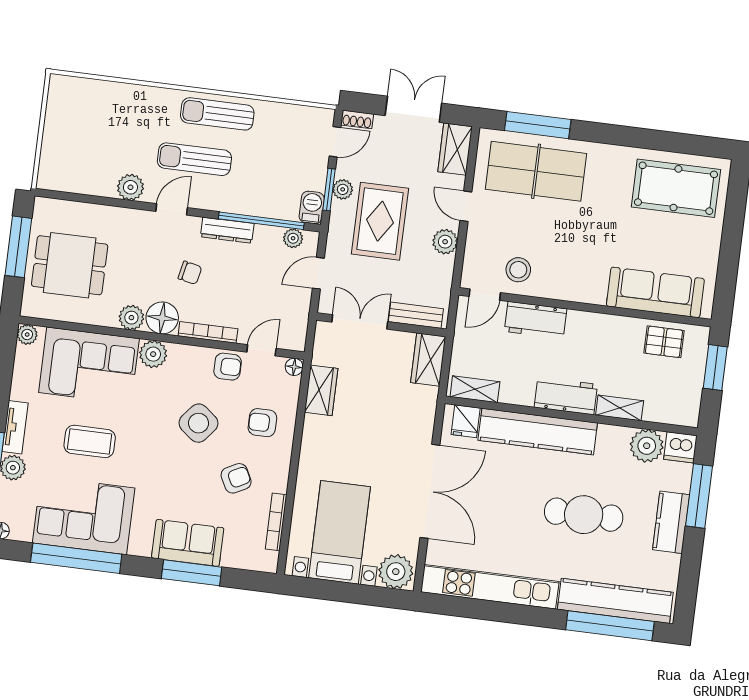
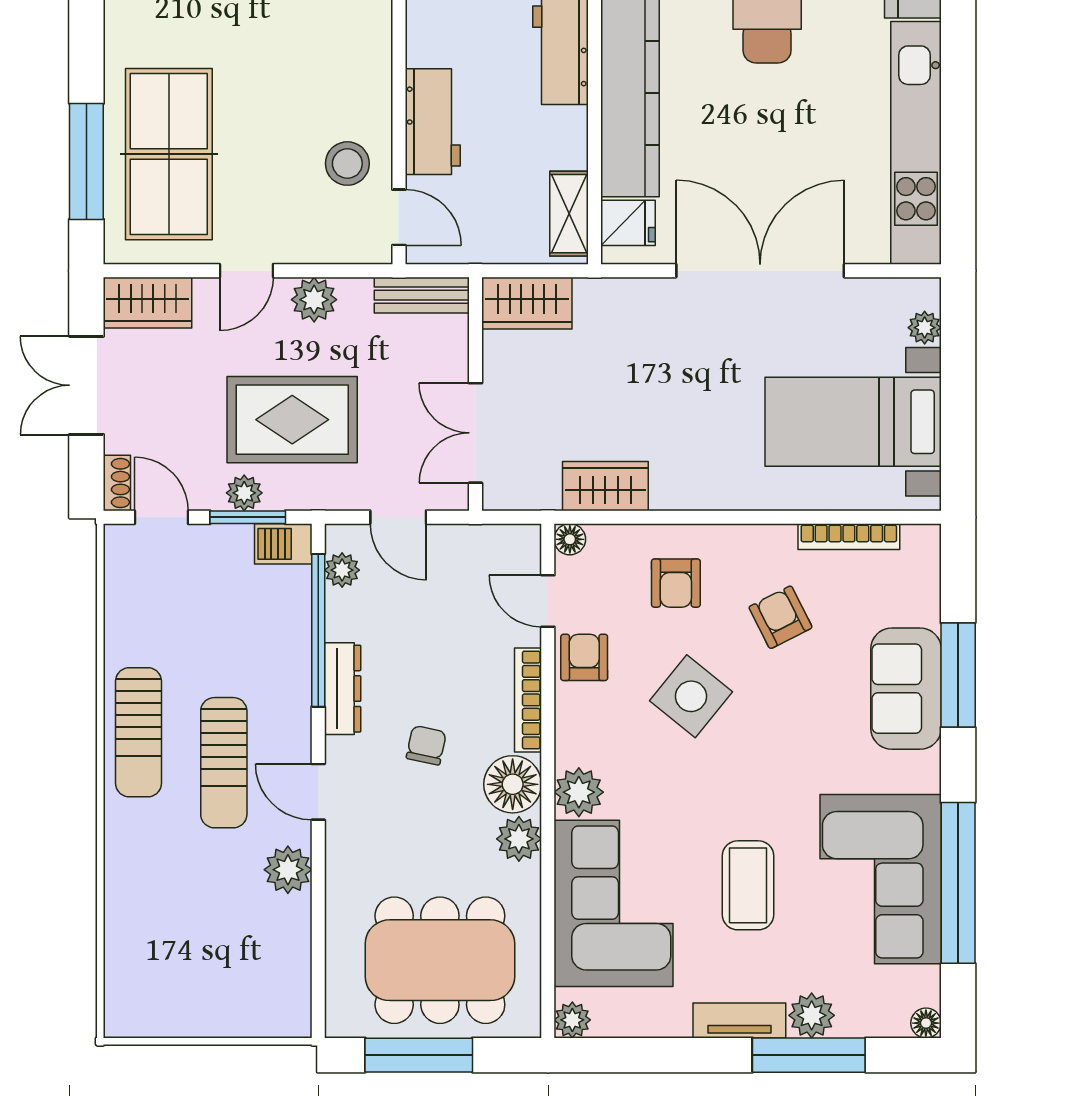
dining table: (70, 265) -> (440, 960), width x1.38
bench: (416, 315) -> (422, 295), moved, turned 90
plant: (396, 572) -> (925, 328), width x0.53, depth x0.53

